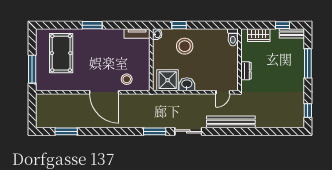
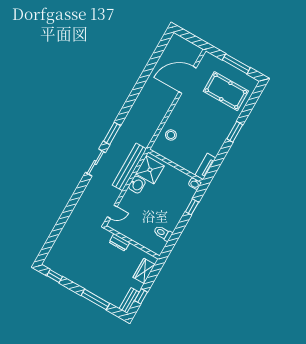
toilet: (233, 37) -> (163, 233), moved
stool: (185, 46) -> (171, 201), removed
window: (32, 69) -> (236, 64), moved
door: (104, 92) -> (188, 80), moved
door: (223, 92) -> (112, 212), swing flipped
bench: (231, 122) -> (129, 167), moved
window: (66, 131) -> (156, 57), removed

